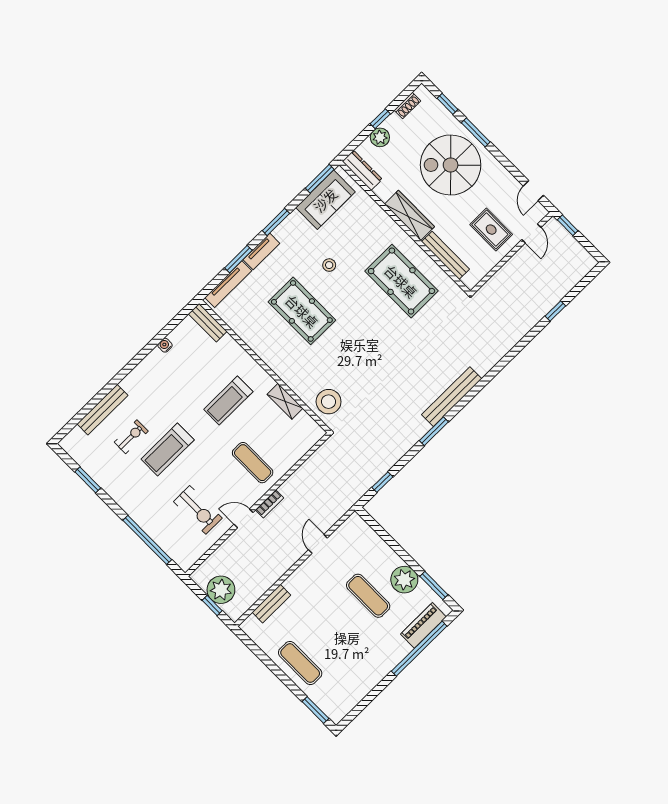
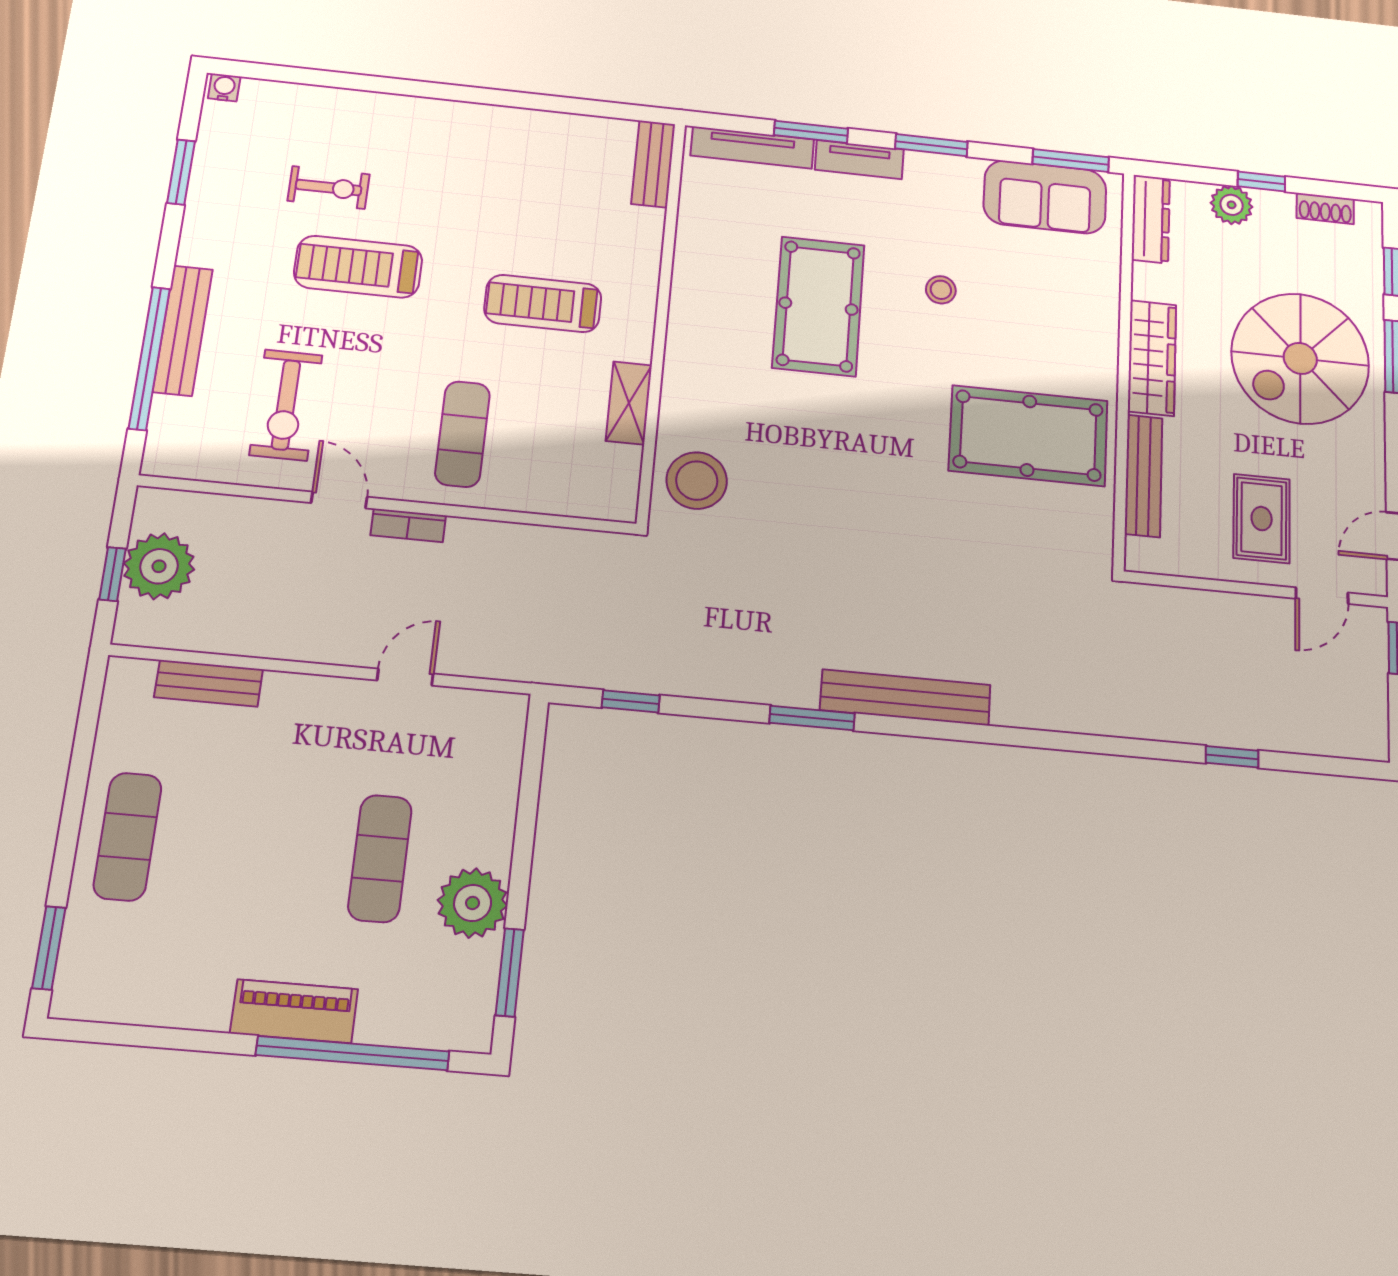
spiral stairs: (451, 165) -> (1300, 358), turned -90
pool table: (401, 281) -> (1028, 436), turned 90
water cooler: (165, 345) -> (224, 87), moved
bench: (102, 410) -> (183, 330), moved, turned 90
piano: (423, 625) -> (294, 1011), moved

